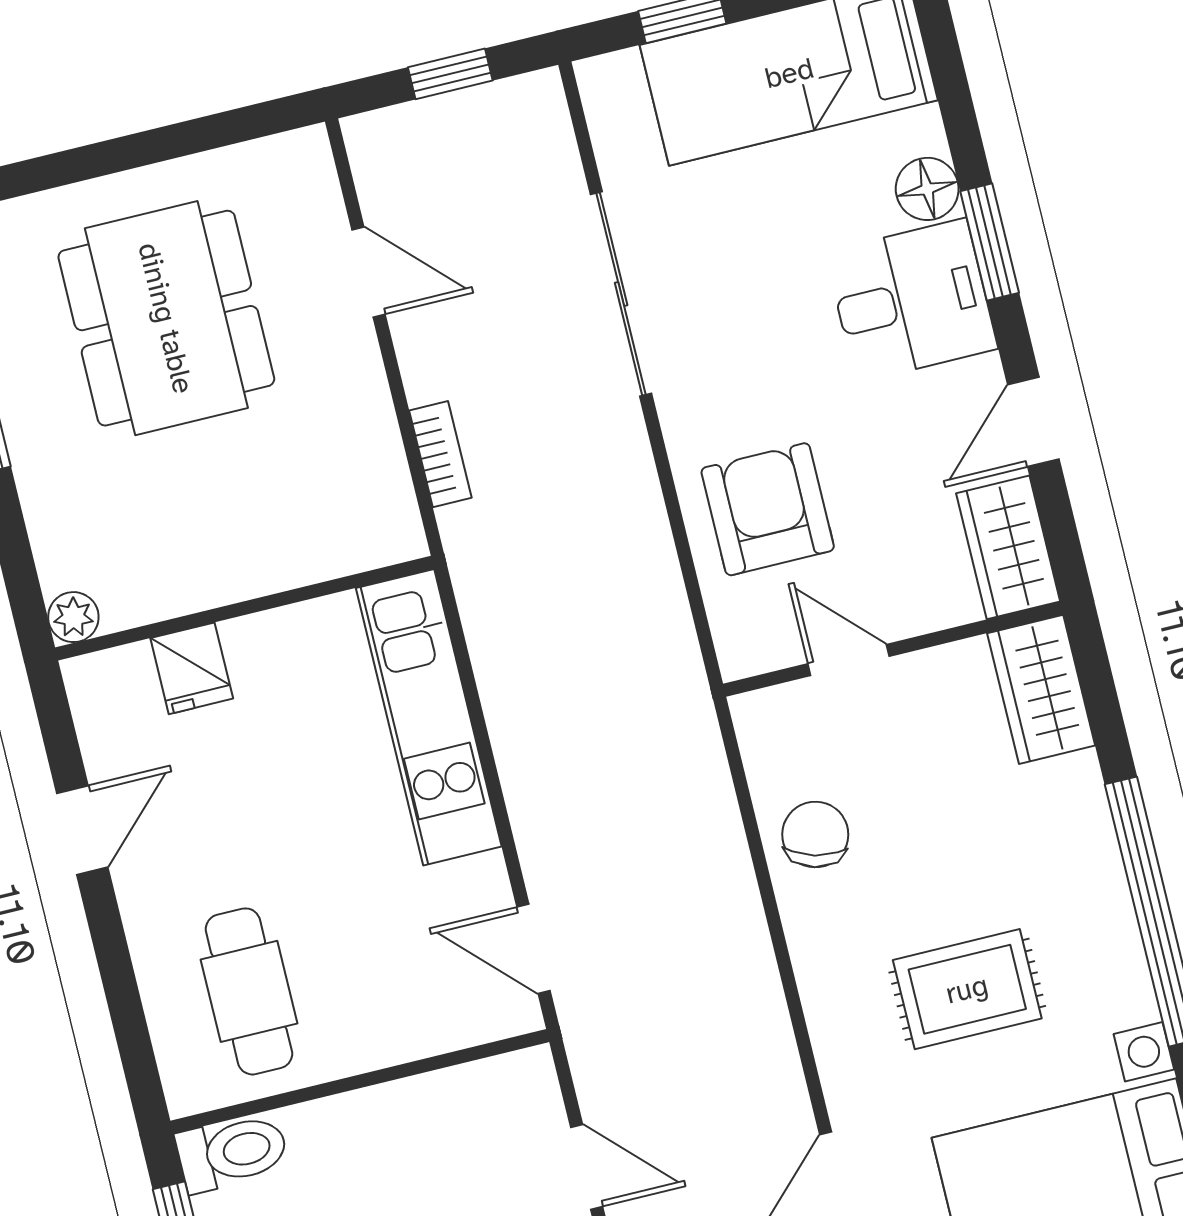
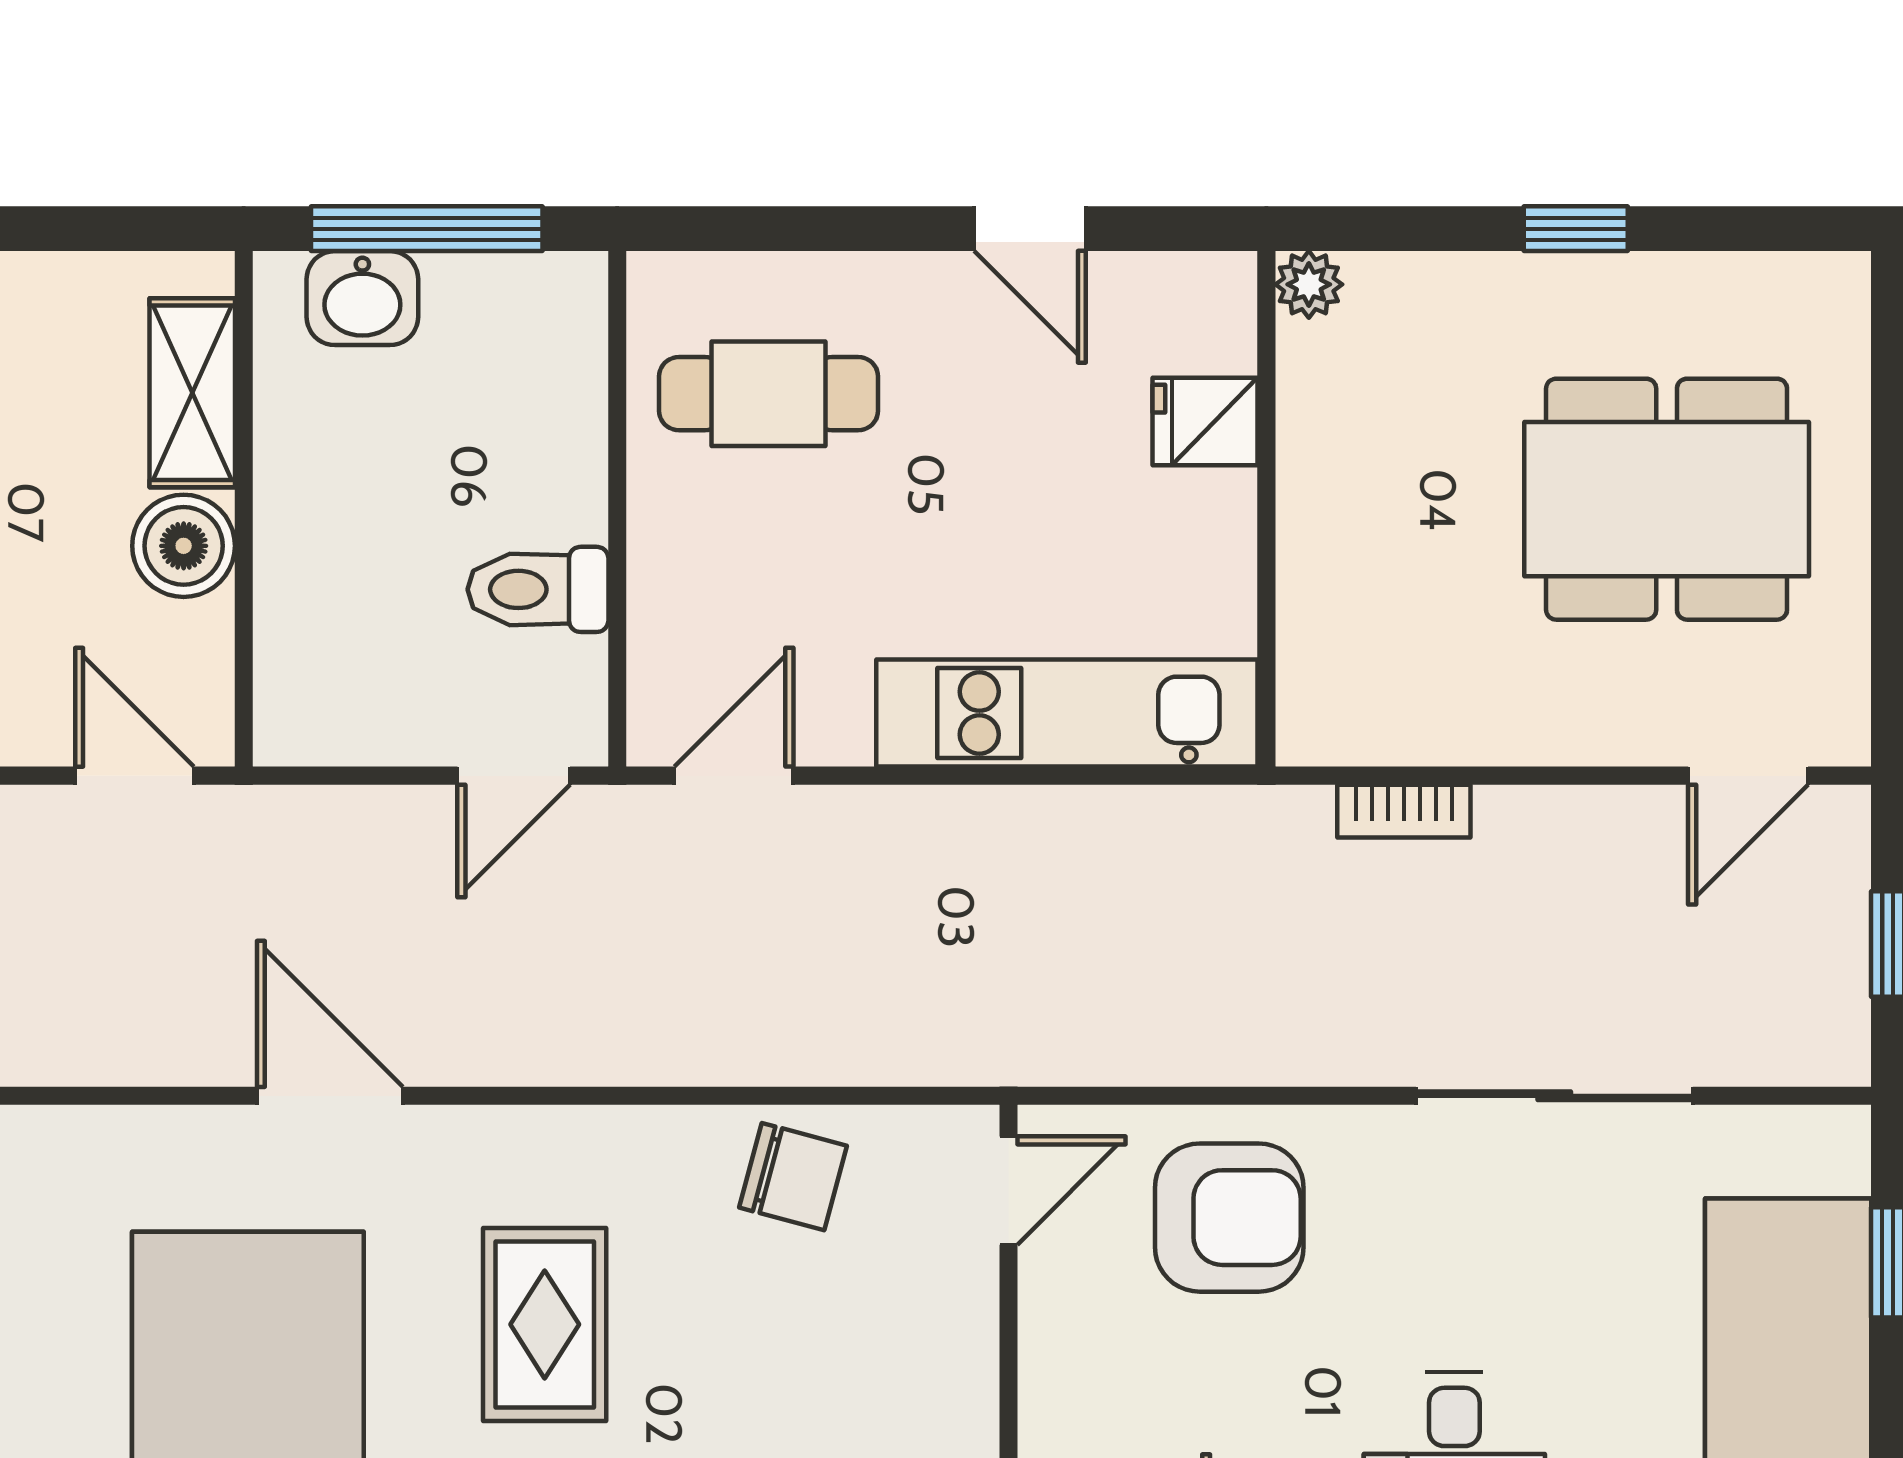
door: (369, 272) -> (1748, 776), moved
door: (849, 660) -> (1008, 1191), moved
toilet: (232, 1152) -> (538, 589), moved, turned 90
door: (587, 1167) -> (514, 776), moved

